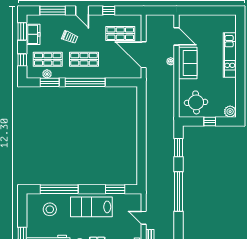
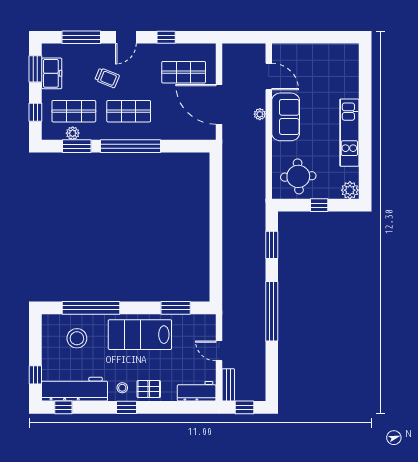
door: (82, 10) -> (126, 37), hinge flipped
kitchen unit: (230, 55) -> (349, 133), moved

